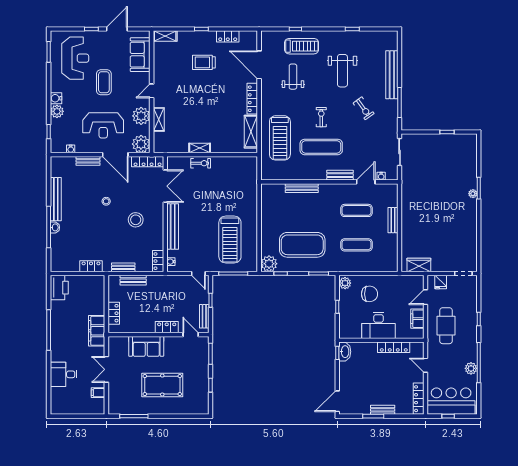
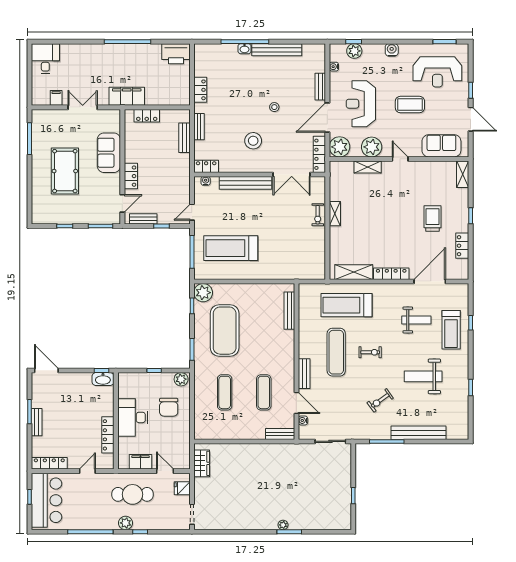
plant: (57, 111) -> (354, 51), moved
bench: (302, 188) -> (289, 311), moved
bench: (393, 220) -> (280, 434), moved
plant: (471, 368) -> (126, 523), moved
desk: (64, 374) -> (45, 59), moved

